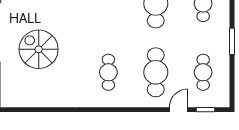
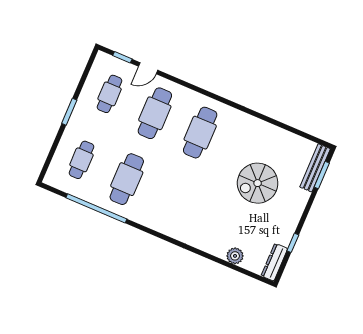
spiral stairs: (39, 49) -> (258, 183), turned 90
cafe table: (108, 72) -> (200, 133), width x1.37, depth x1.35

